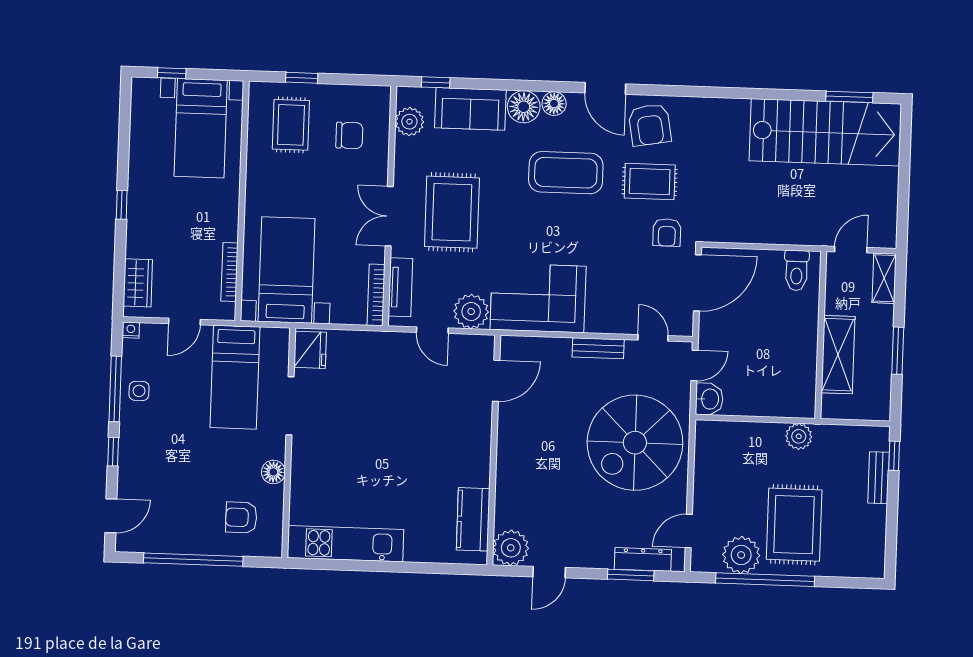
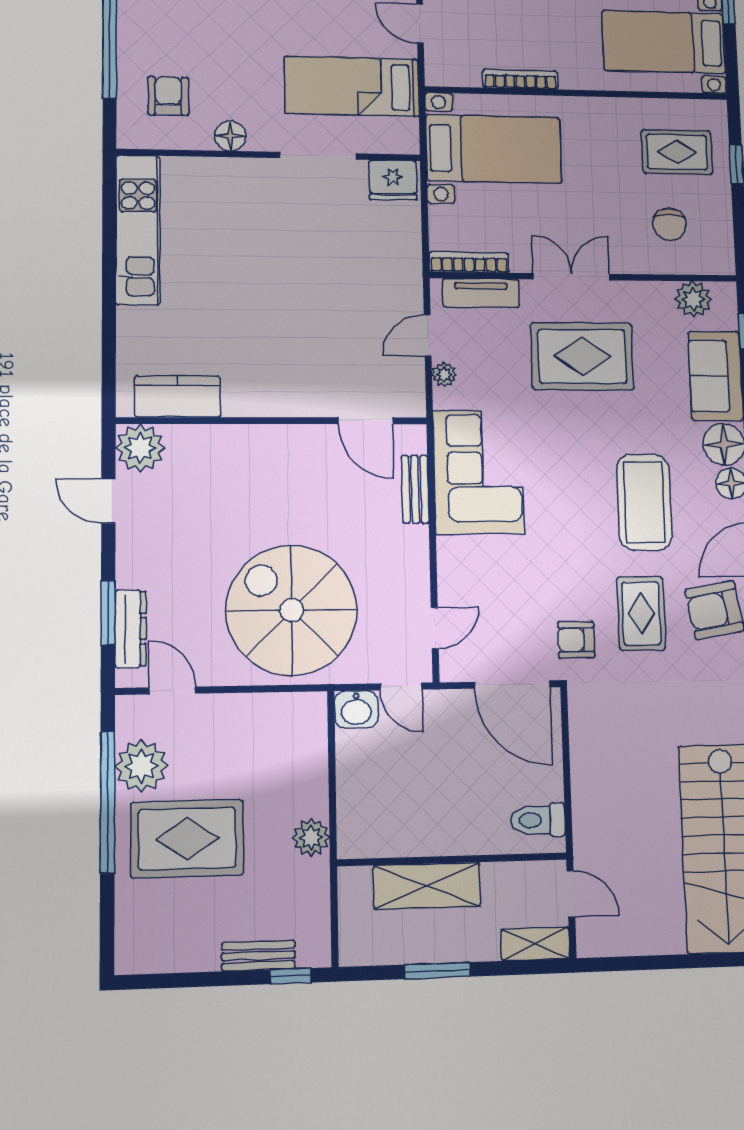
bookcase: (230, 272) -> (520, 79), moved
plant: (471, 312) -> (444, 374), width x0.53, depth x0.53
bench: (598, 348) -> (415, 489), moved

